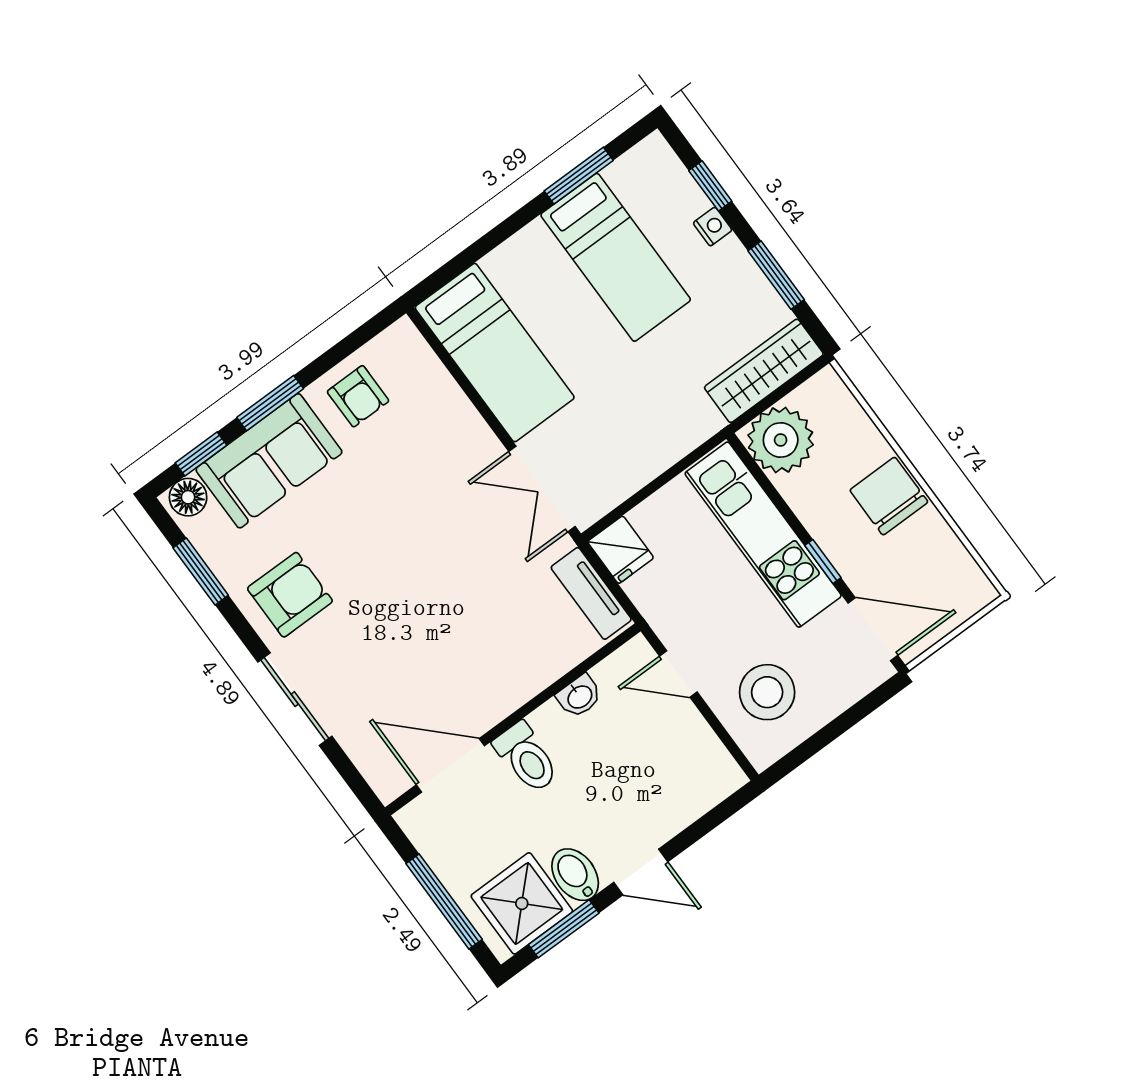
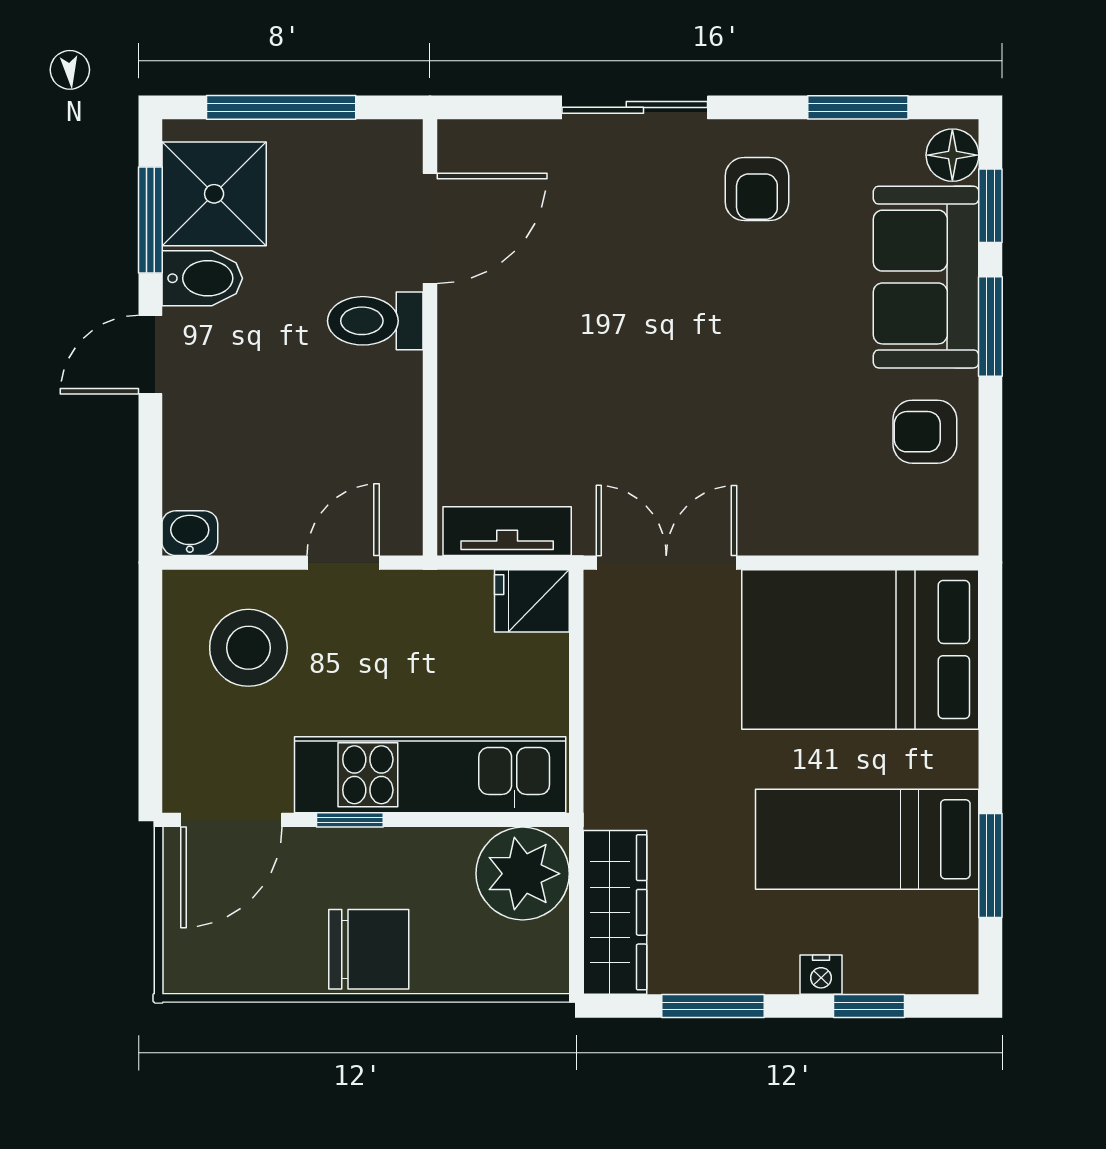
bed: (495, 353) -> (860, 650), width x1.50
armchair: (290, 595) -> (757, 189), width x0.72, depth x0.72
washbasin: (579, 696) -> (190, 533), moved, turned 90

